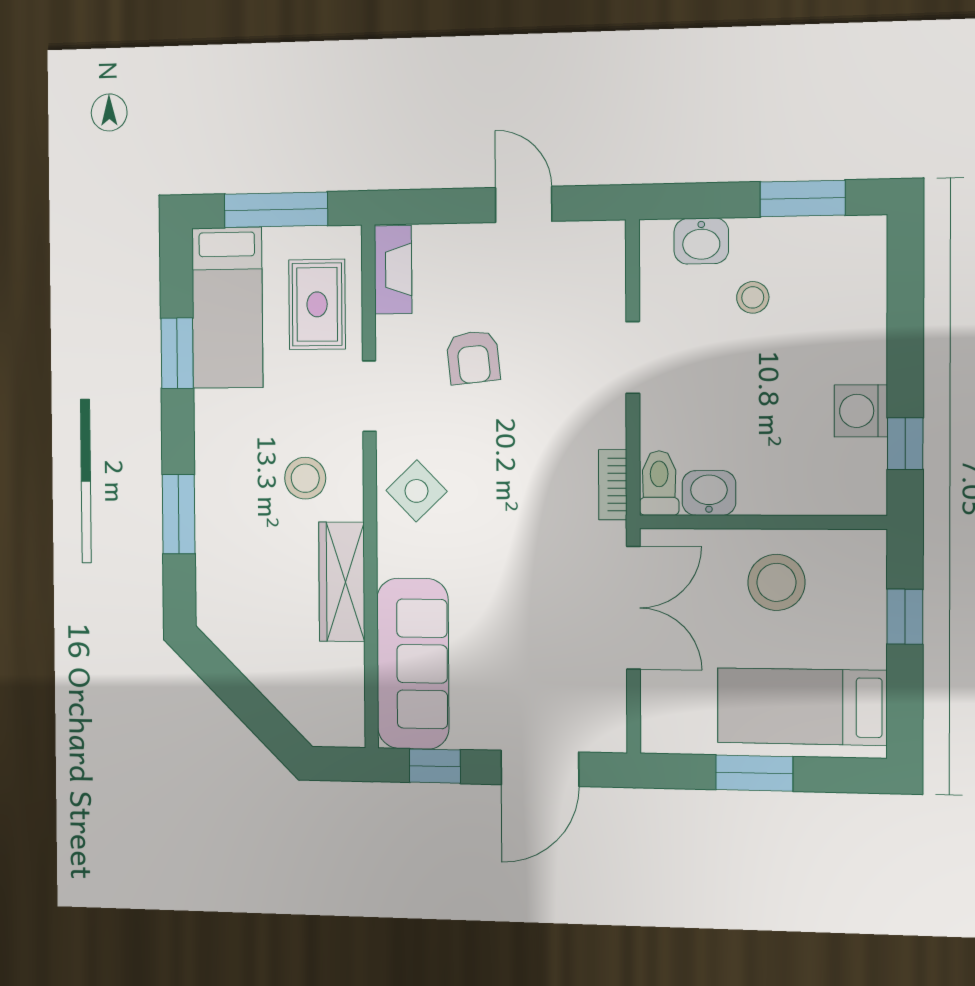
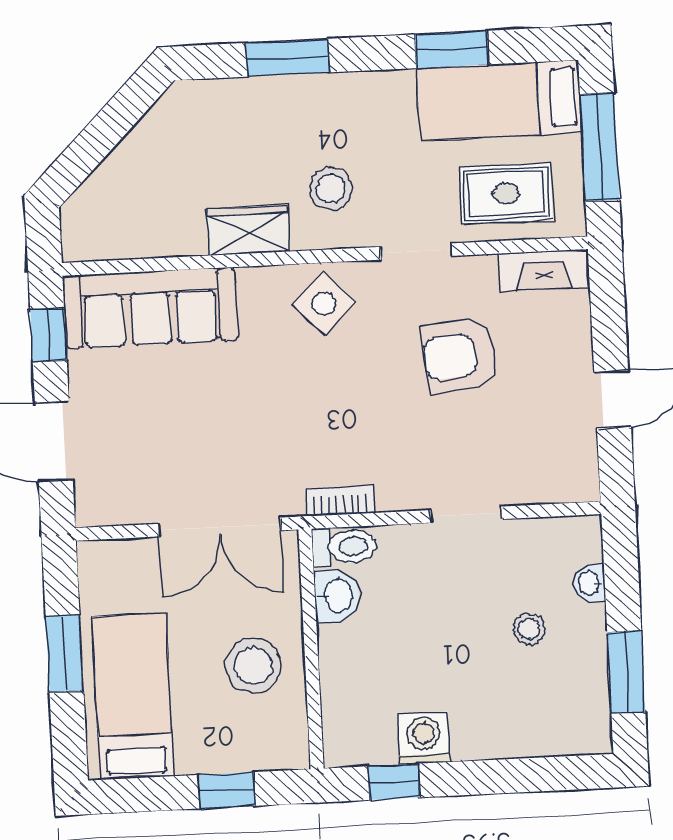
washbasin: (701, 241) -> (590, 583), width x0.72, depth x0.69
armchair: (473, 357) -> (460, 355), width x1.38, depth x1.38
wardrobe: (342, 582) -> (248, 230), width x0.67

